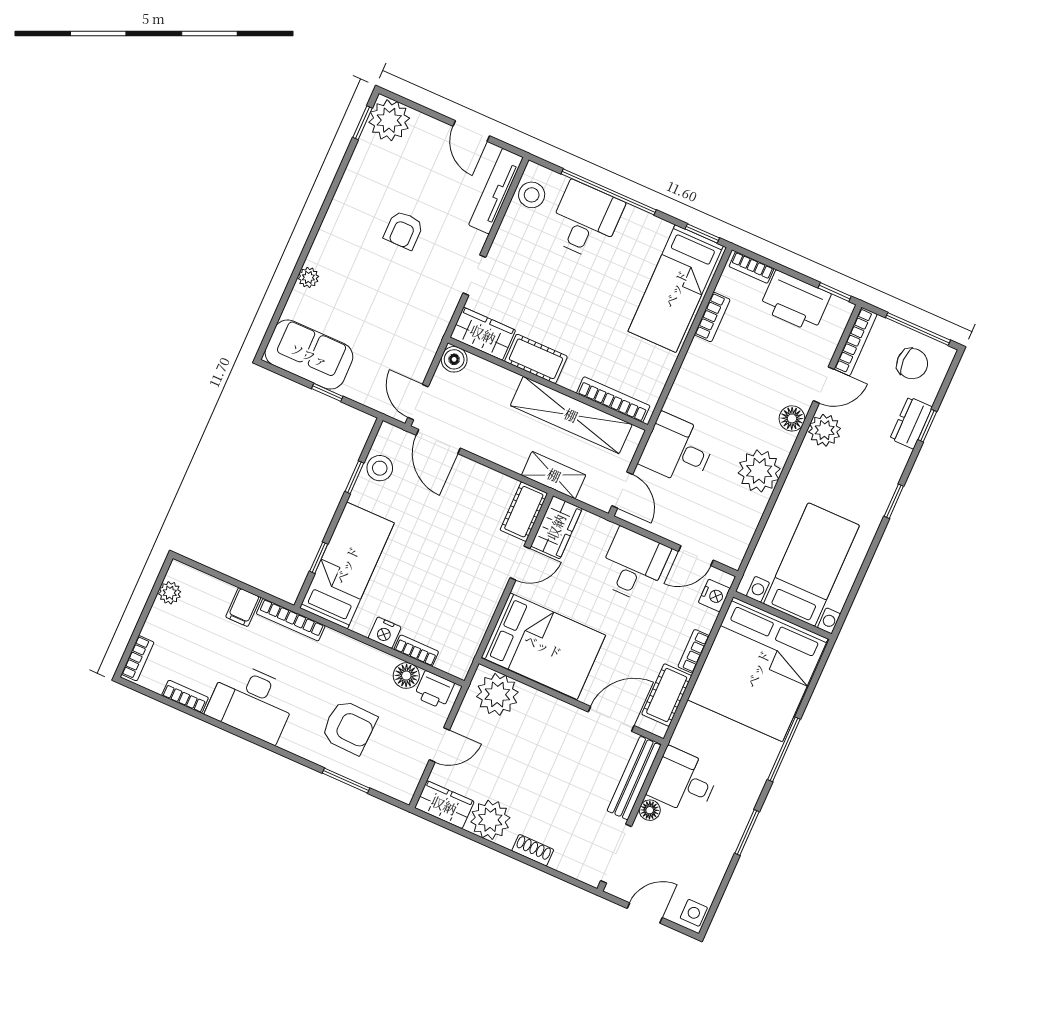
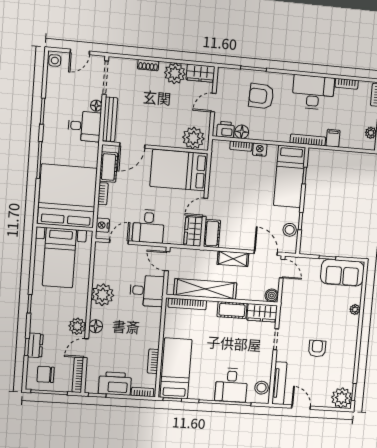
shelving: (554, 475) -> (233, 259), moved

